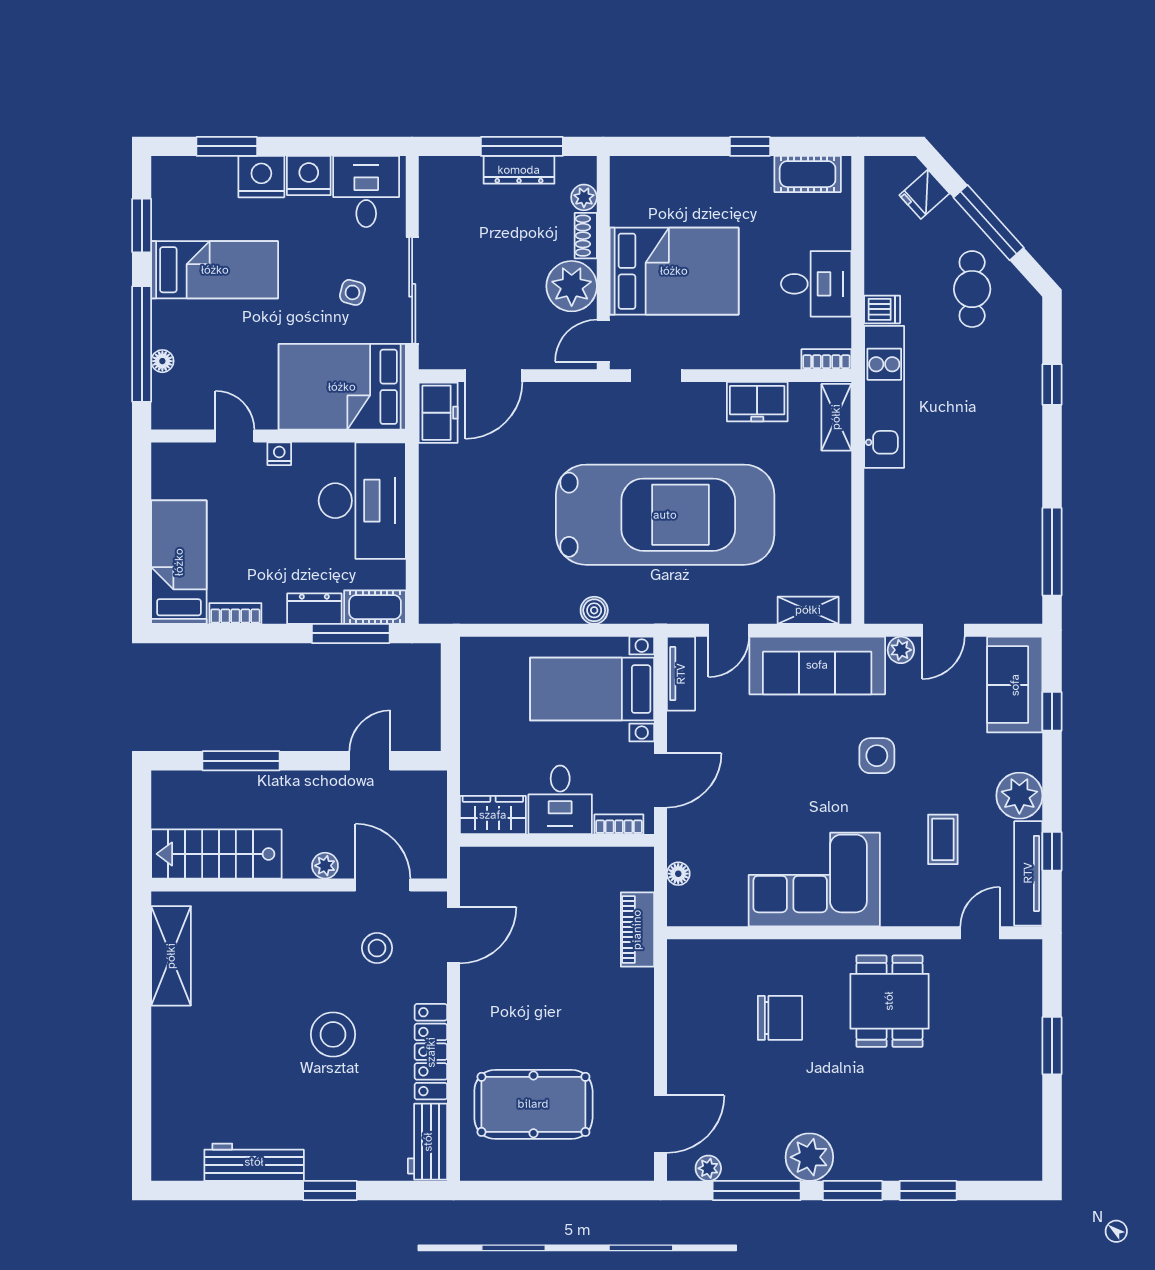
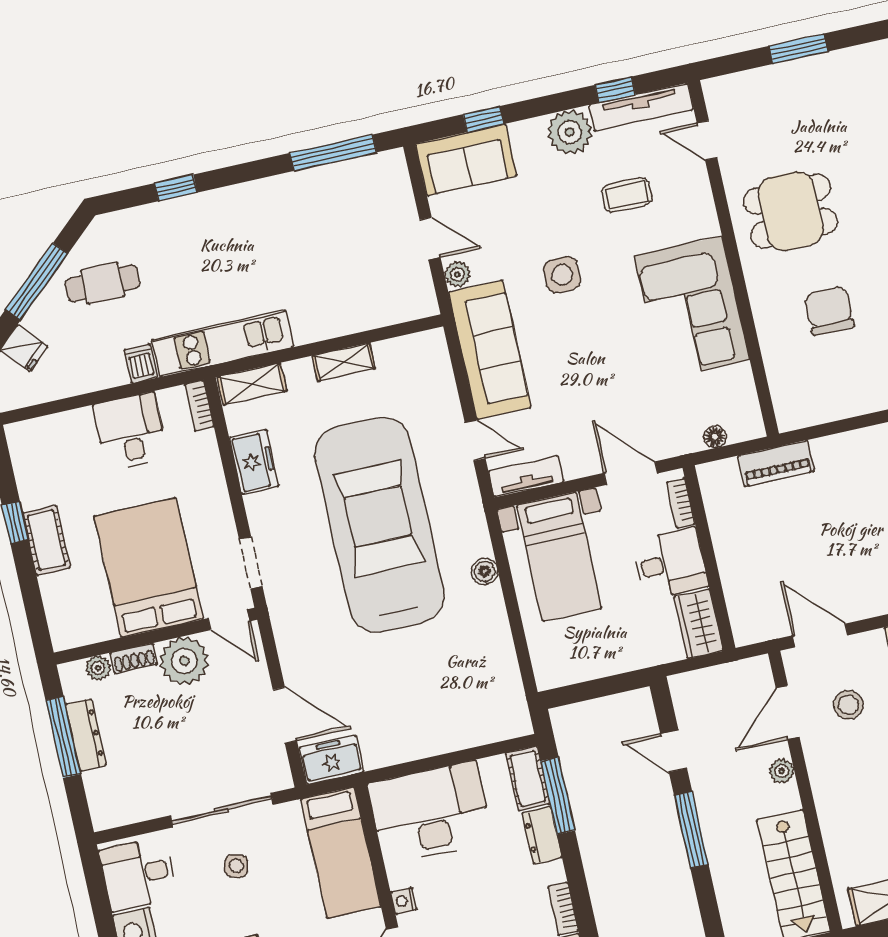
cot: (808, 174) -> (46, 540), moved
bed: (342, 387) -> (341, 853), width x0.67
shelving: (808, 610) -> (344, 362), moved, turned 90
window: (241, 761) -> (691, 830), moved

